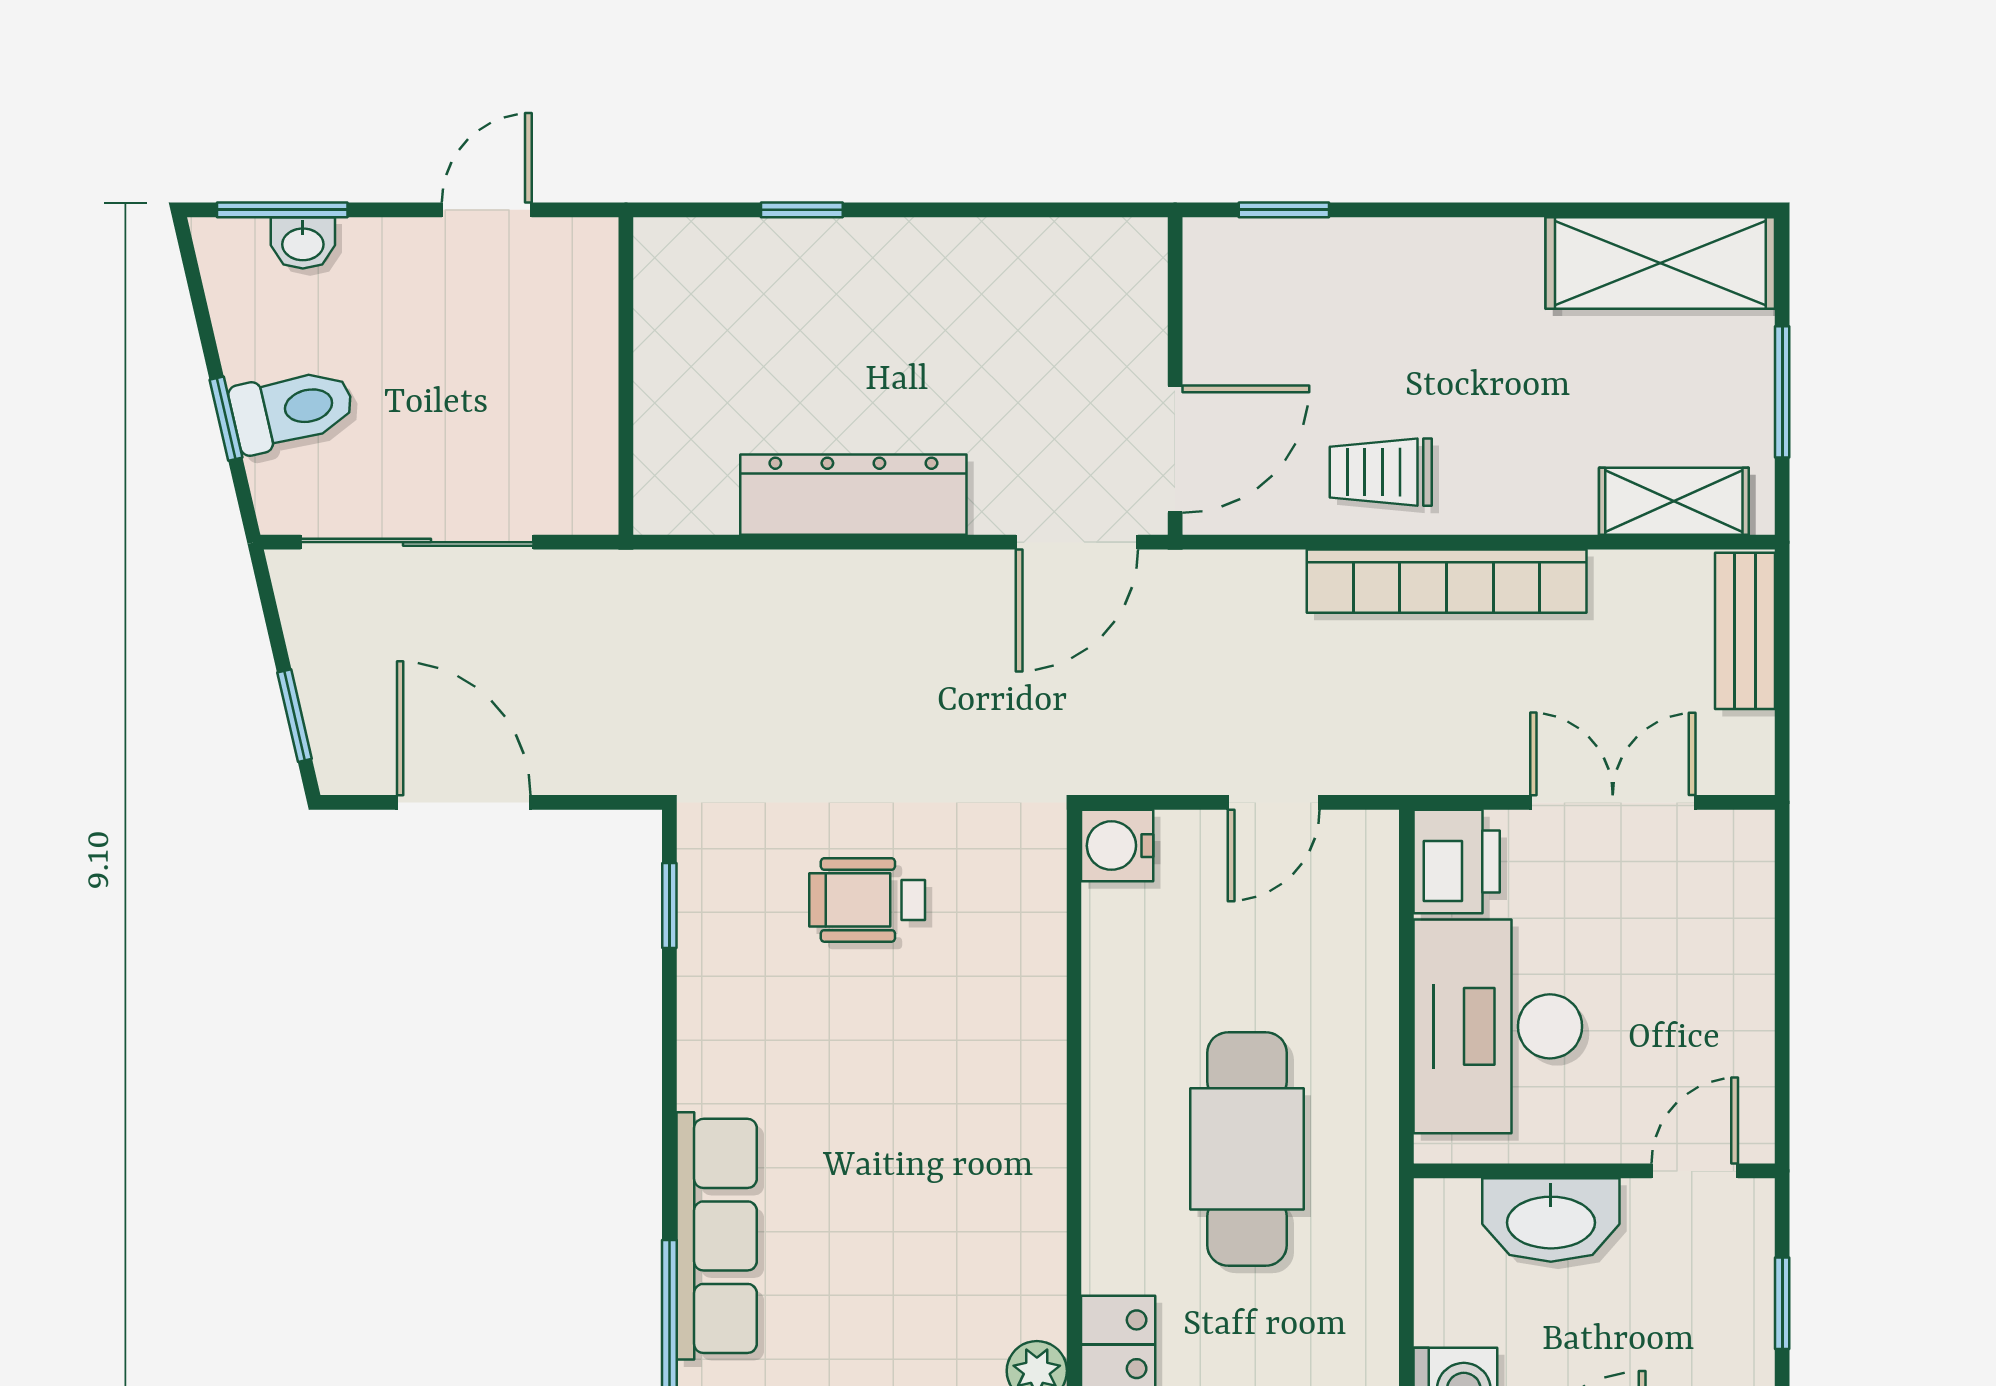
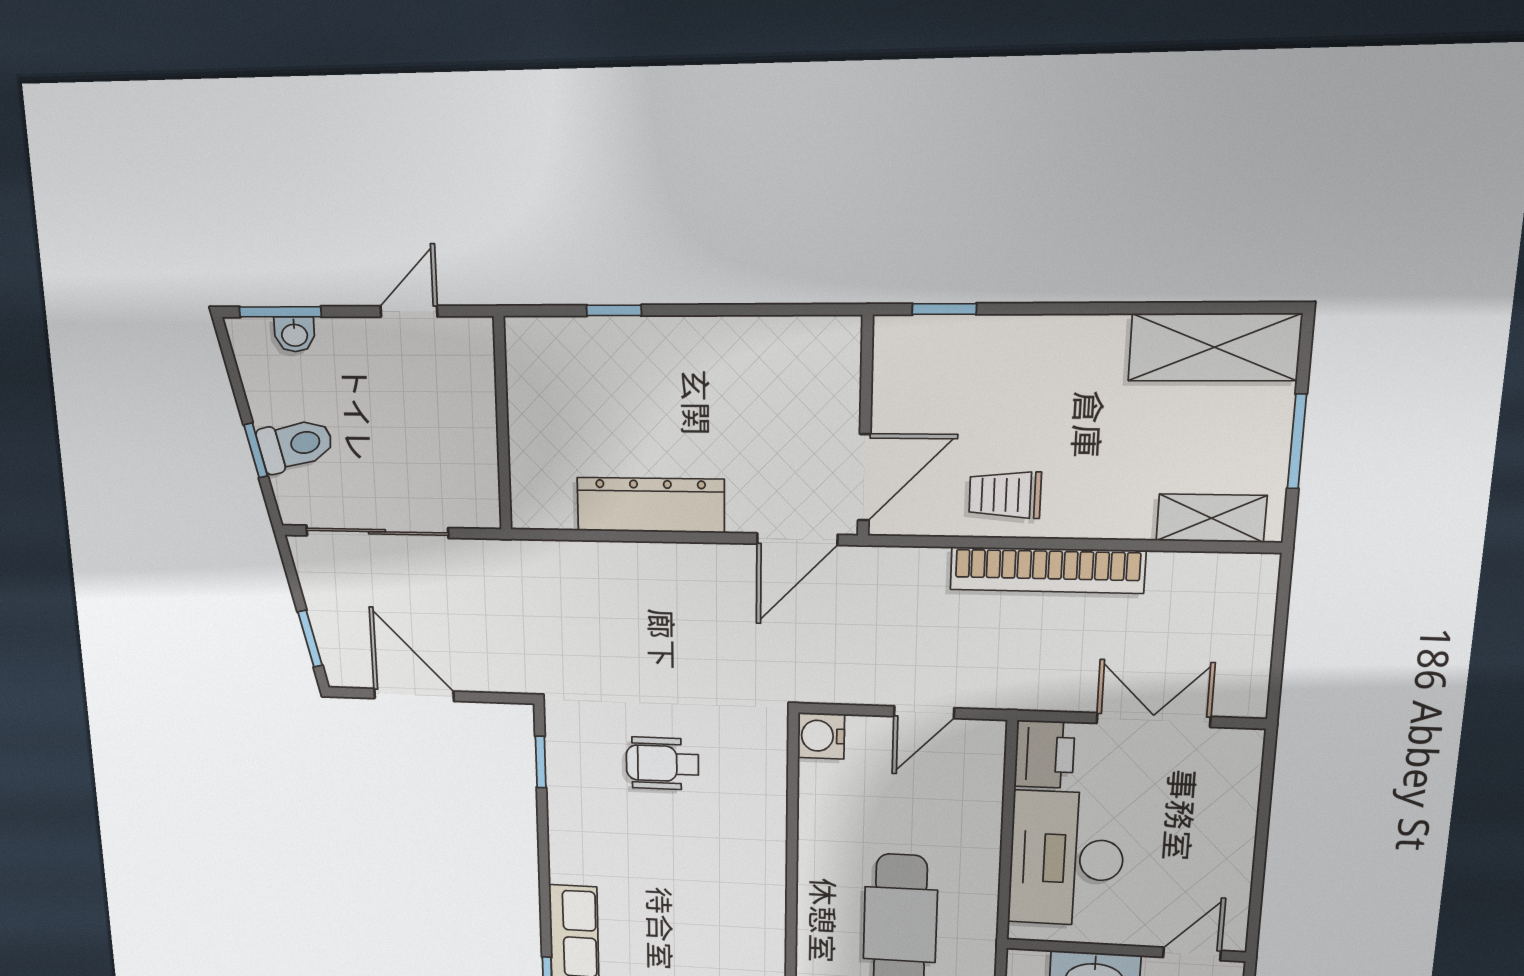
bench: (1745, 631) -> (1255, 608), removed

